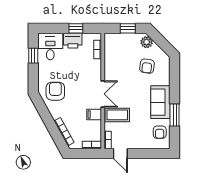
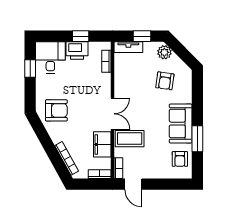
tv unit: (116, 38) -> (128, 47), added
armchair: (55, 91) -> (56, 110), turned 90
filing cabinet: (94, 114) -> (102, 144), width x2.00

